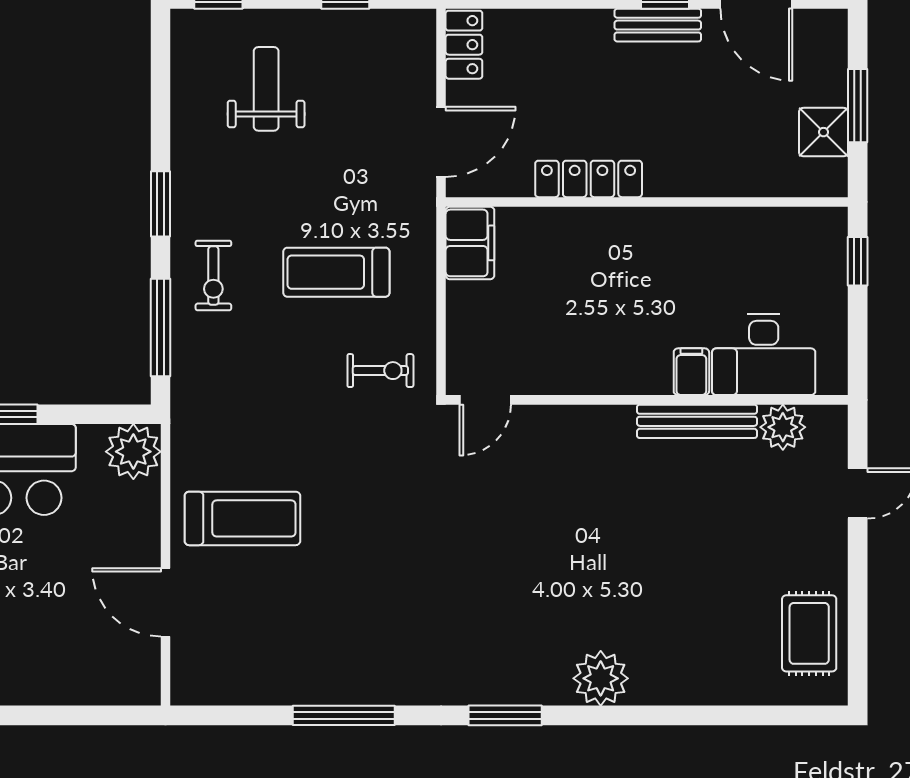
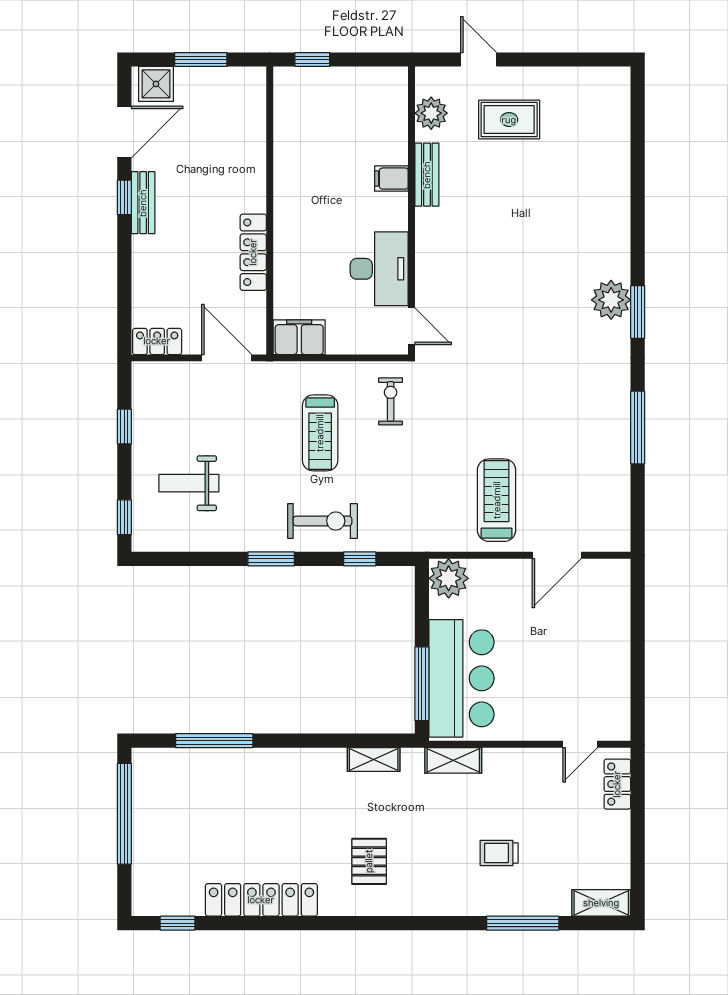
shower: (823, 132) -> (156, 84), moved
exercise bike: (213, 276) -> (323, 521), width x1.38, depth x1.39
window: (160, 327) -> (360, 559), width x0.46
desk: (764, 355) -> (379, 269), moved
bench: (697, 421) -> (427, 175), width x0.73
rug: (809, 633) -> (509, 120), moved
plant: (601, 678) -> (611, 300), moved

